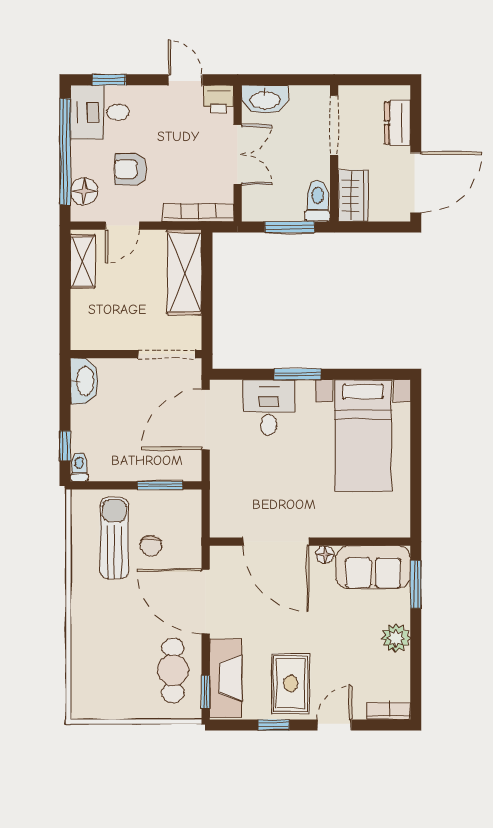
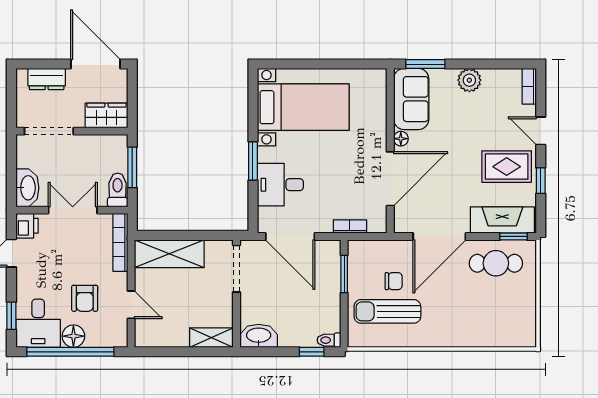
floor lamp: (84, 191) -> (73, 336), moved
toilet: (318, 201) -> (118, 190), moved, turned 90
shelving: (82, 262) -> (211, 338), moved
bookcase: (218, 492) -> (350, 227), added

